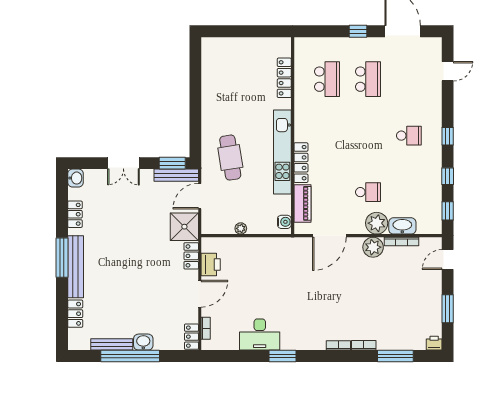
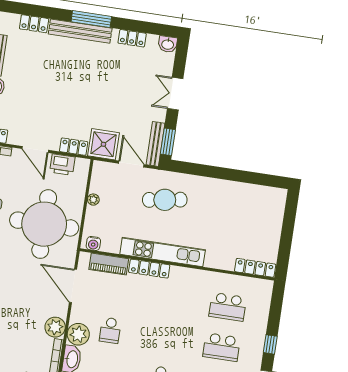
locker: (284, 78) -> (255, 268), moved
round table: (272, 274) -> (44, 224), added

